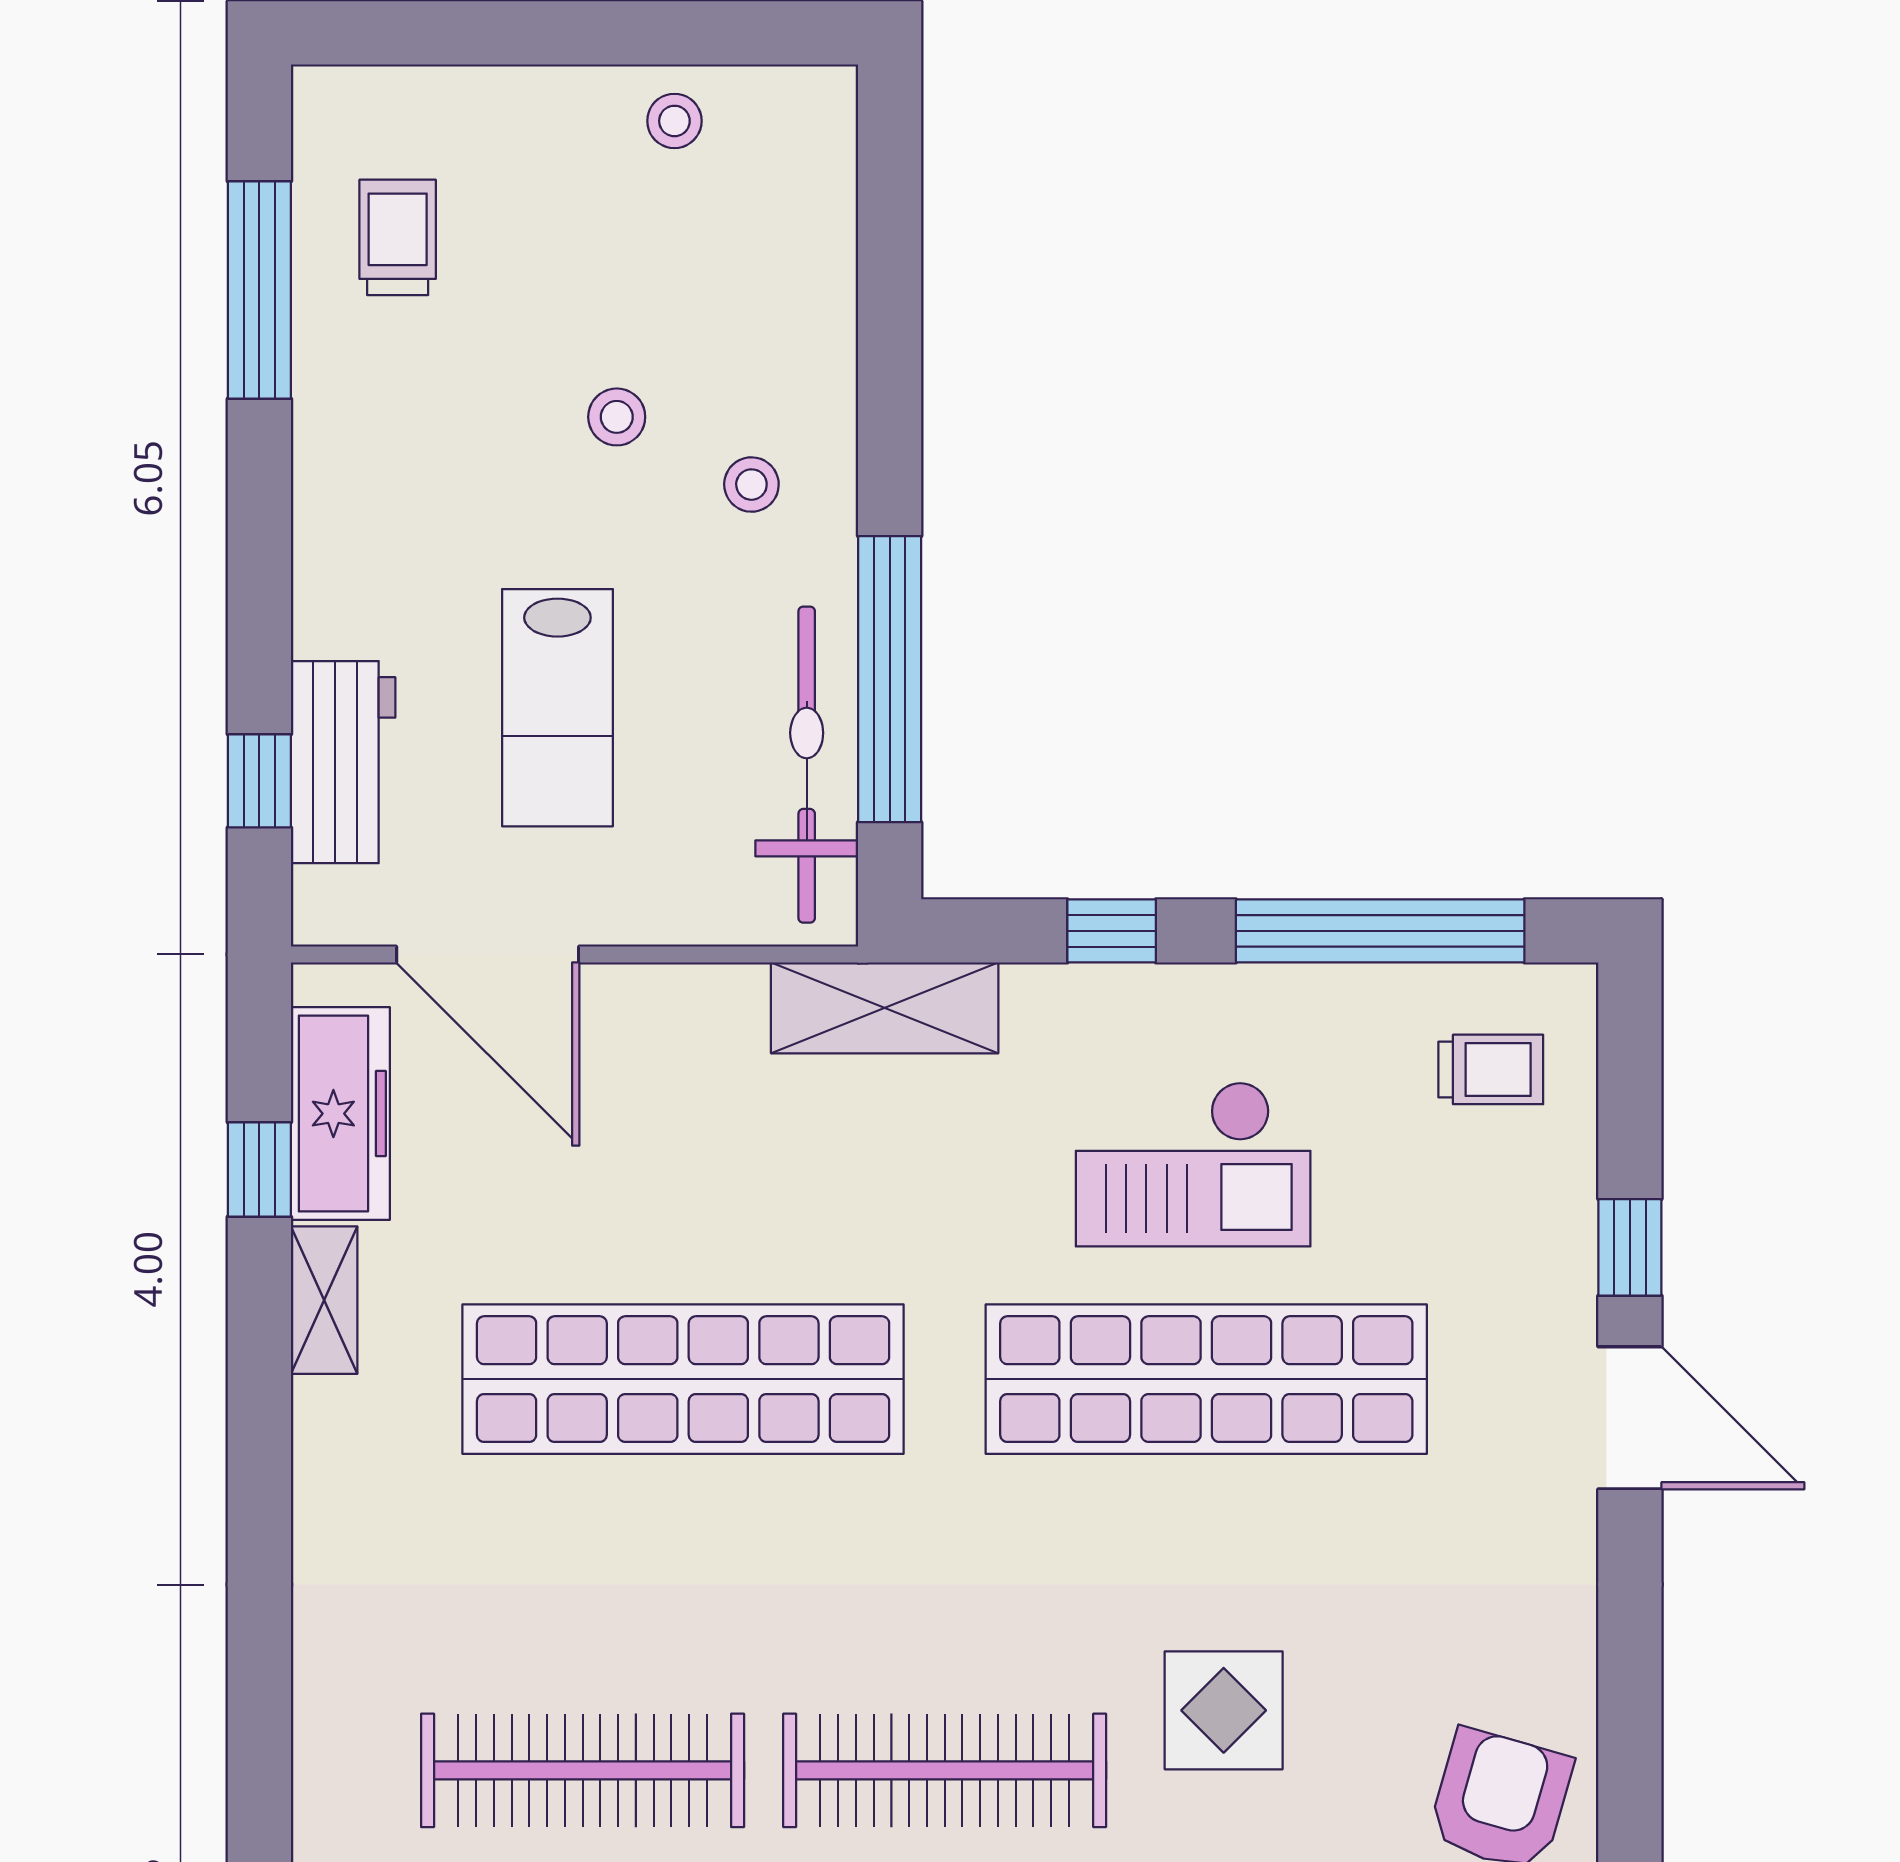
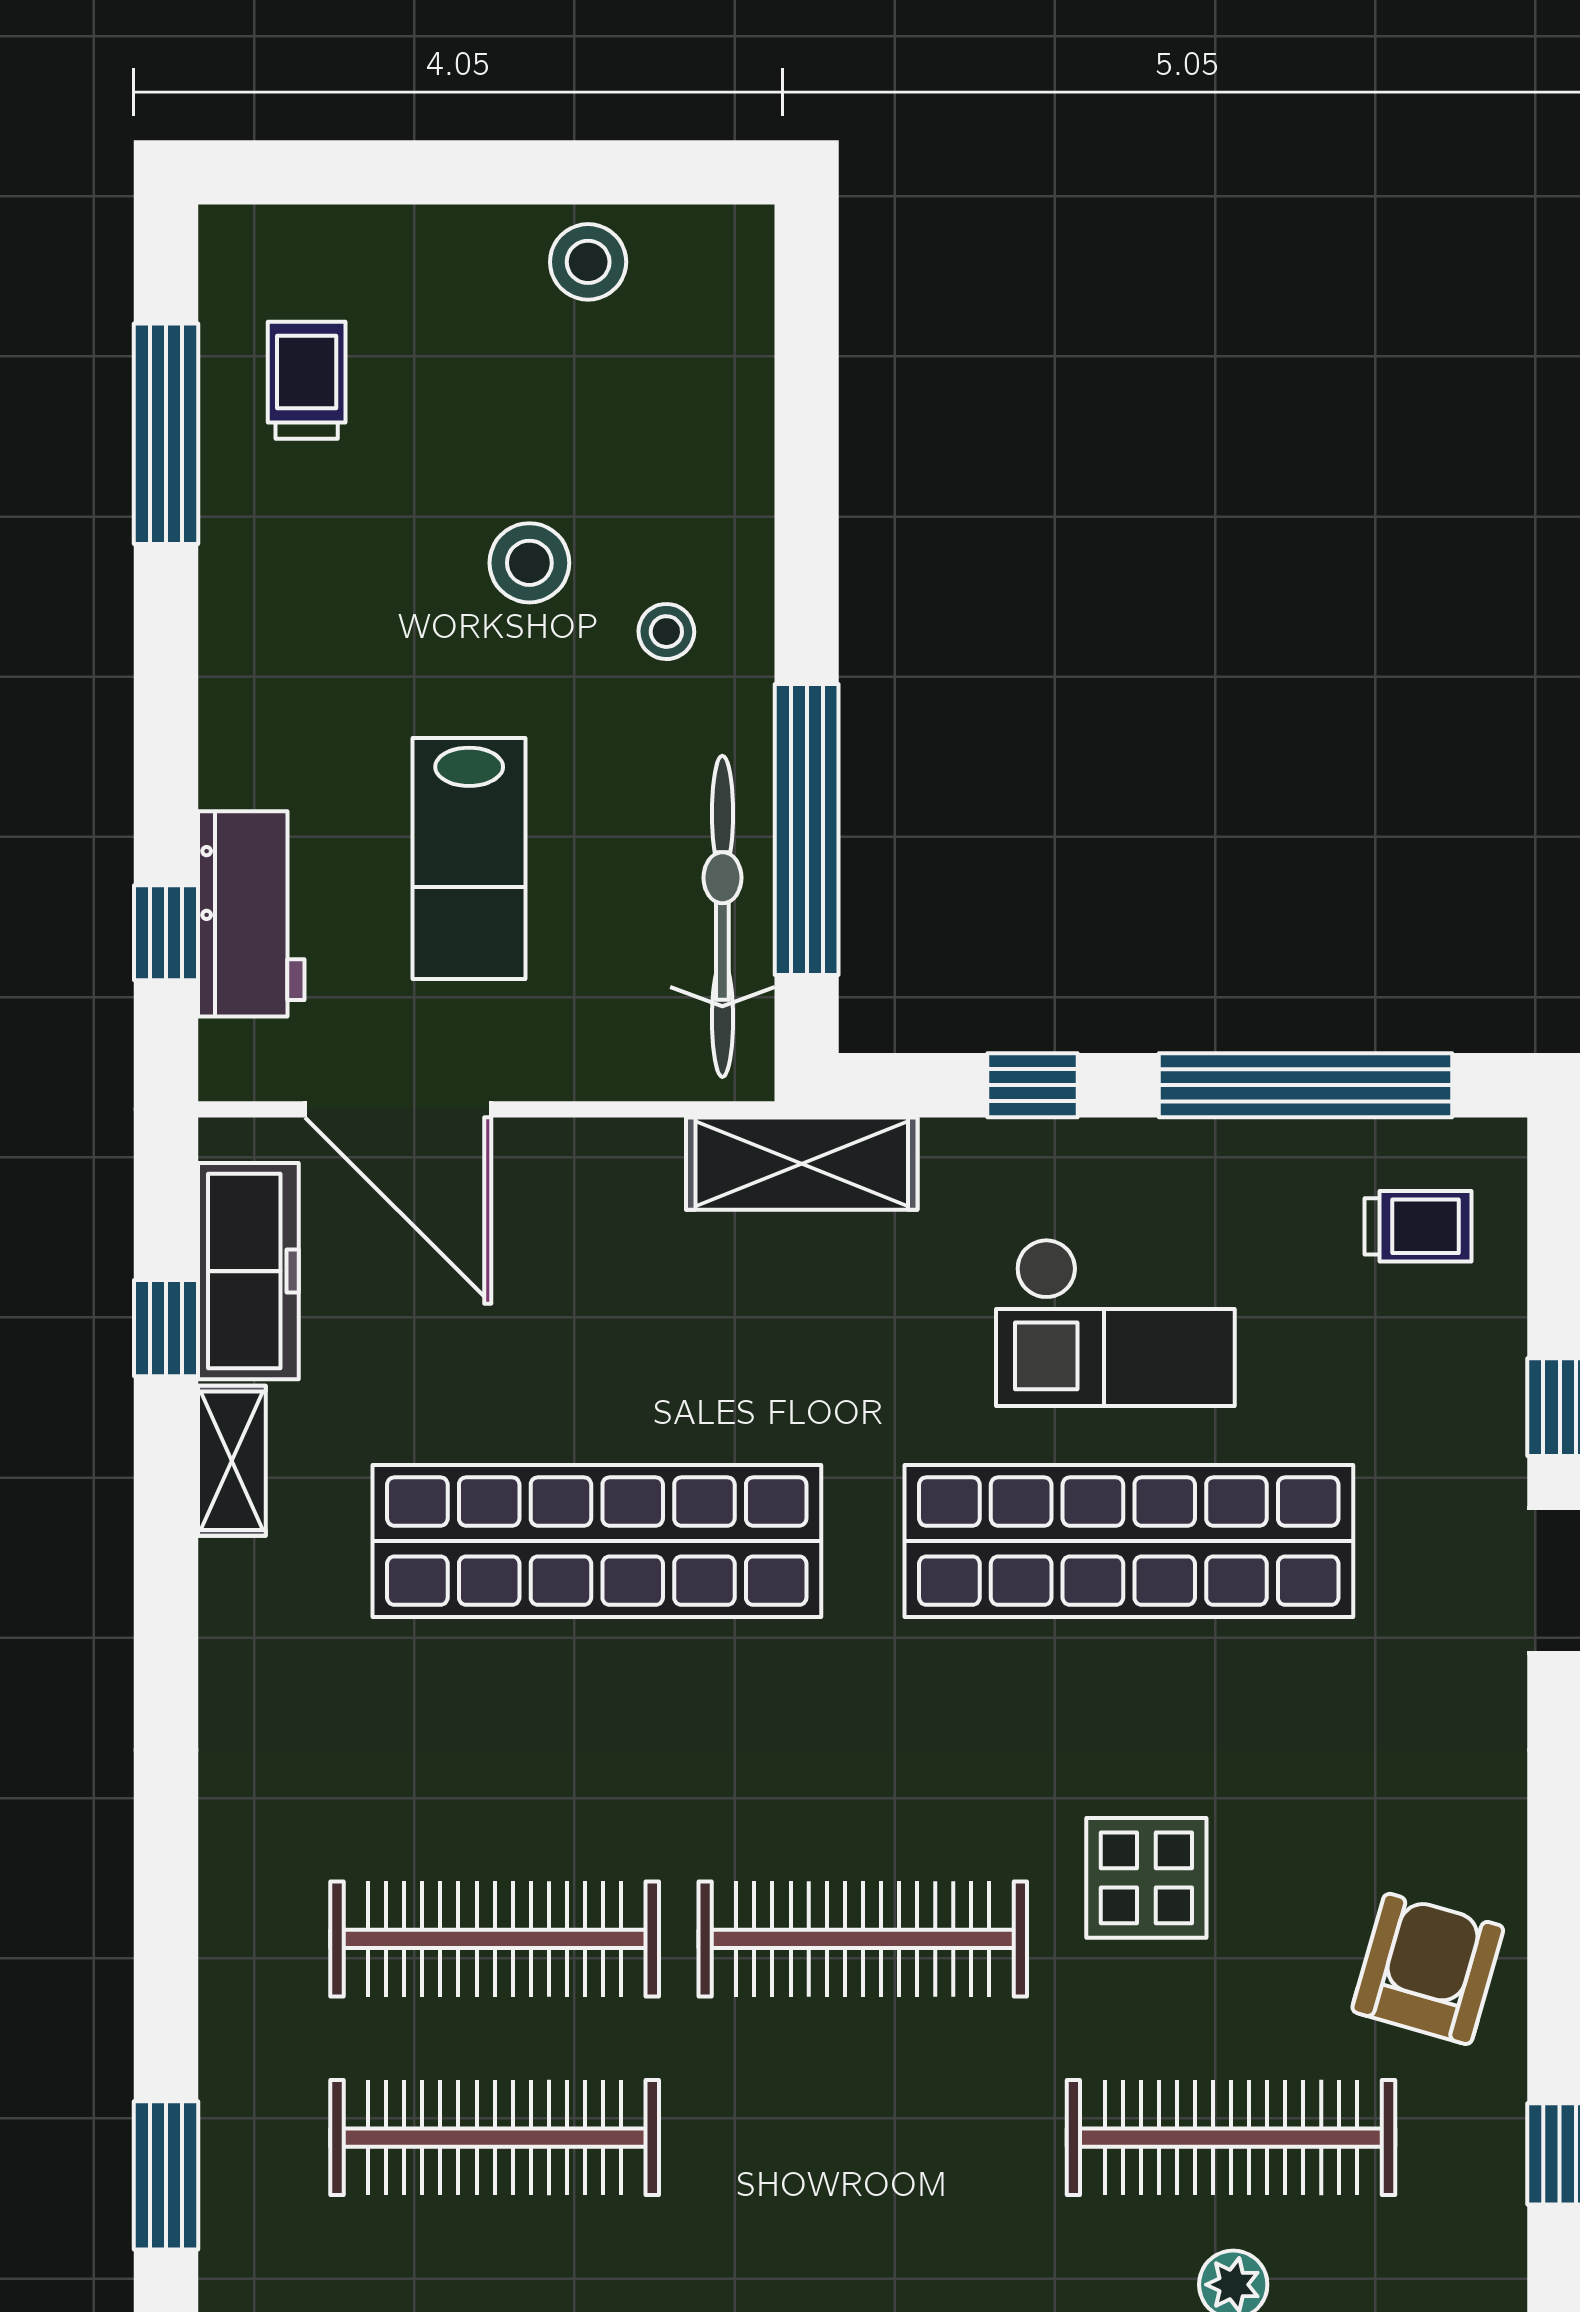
stool: (674, 121) -> (588, 262), width x1.37, depth x1.37
stool: (617, 417) -> (529, 563), width x1.37, depth x1.37

